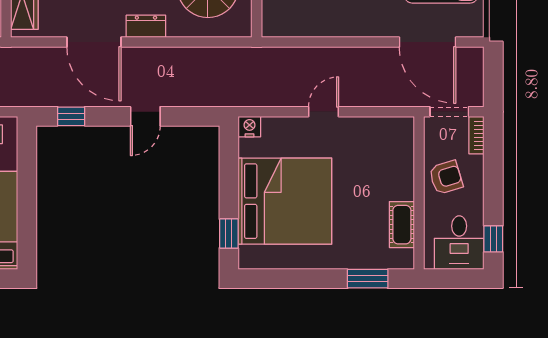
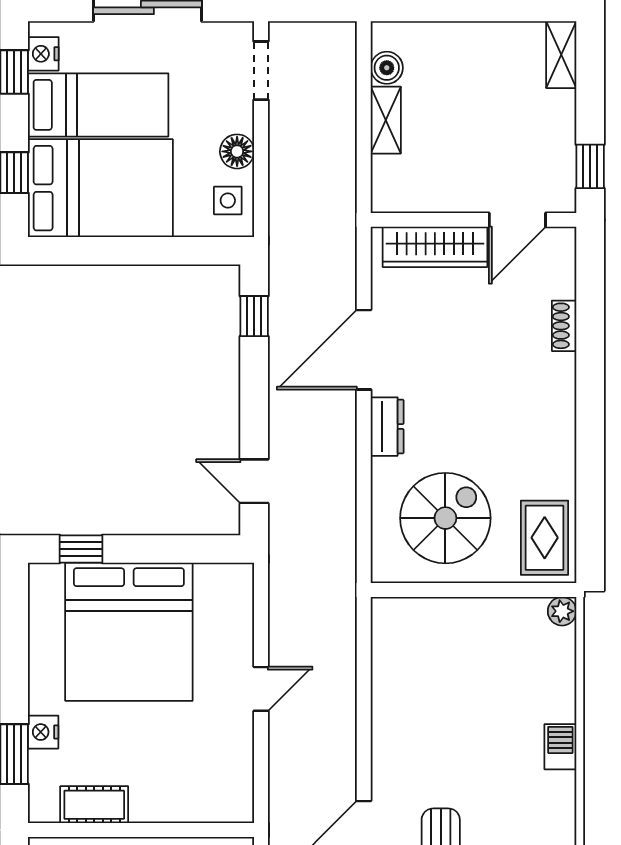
door: (324, 112) -> (261, 689), hinge flipped
door: (145, 116) -> (254, 481), moved
nightstand: (250, 127) -> (43, 732), moved, turned 180

